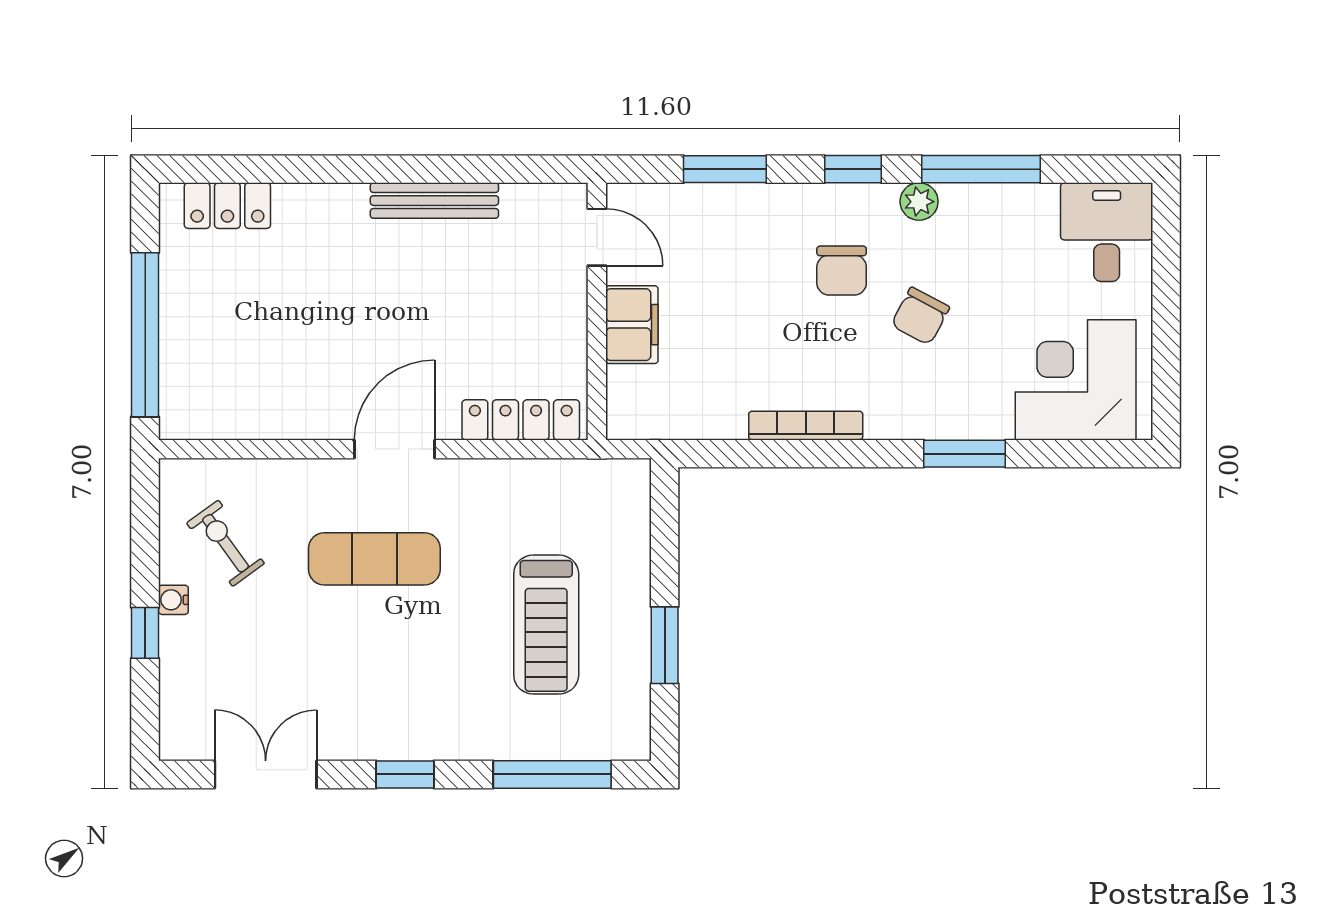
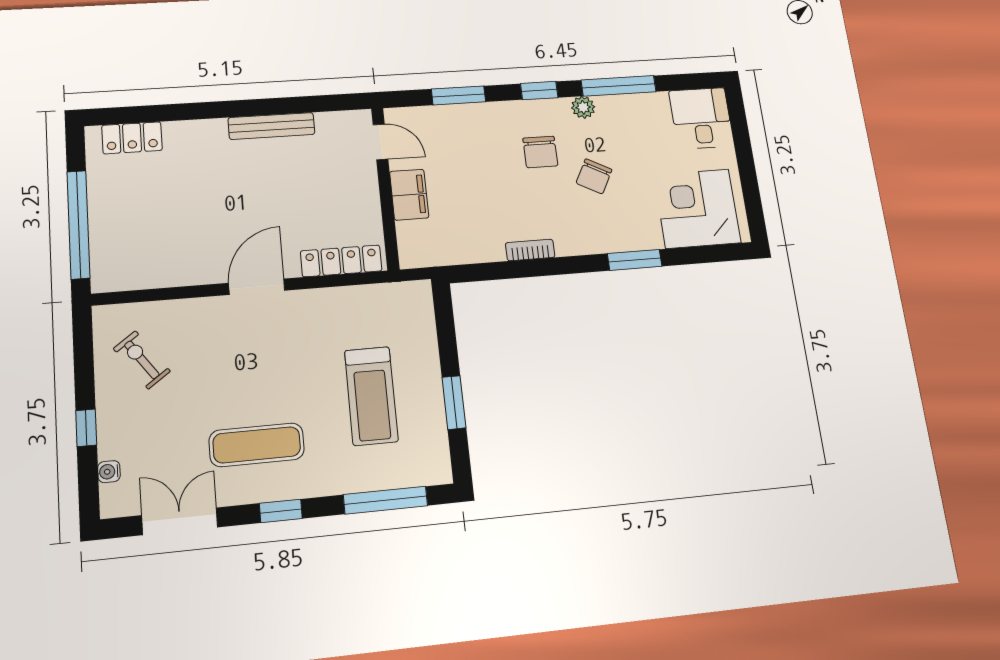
bookcase: (806, 426) -> (530, 250), width x0.64
exercise mat: (374, 559) -> (257, 445), moved
water cooler: (173, 600) -> (109, 472), moved

